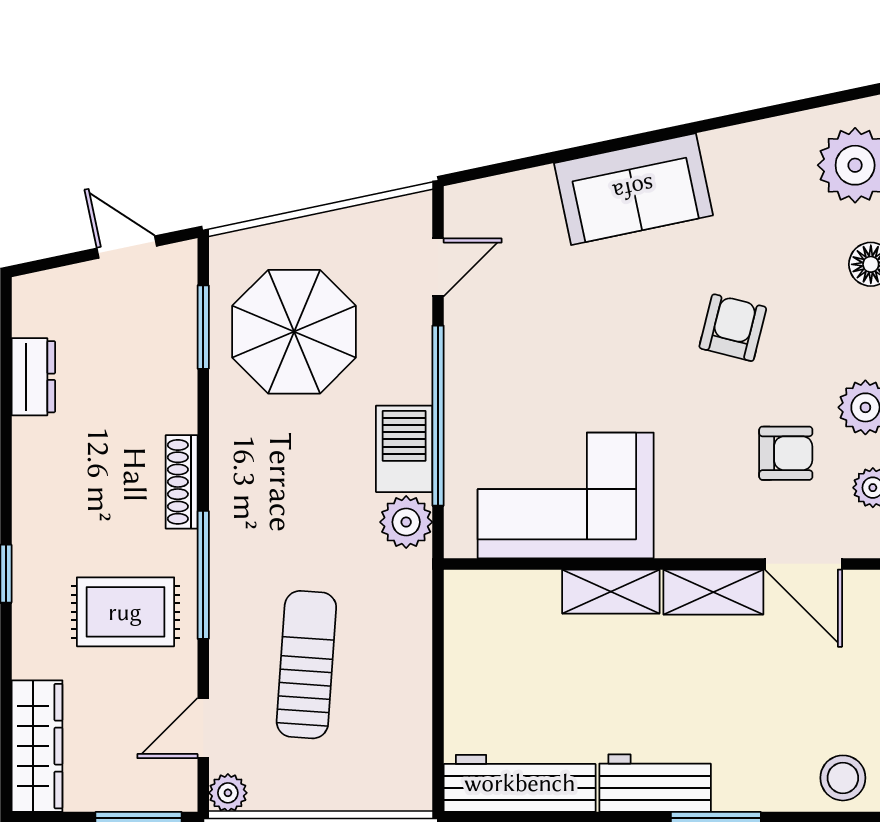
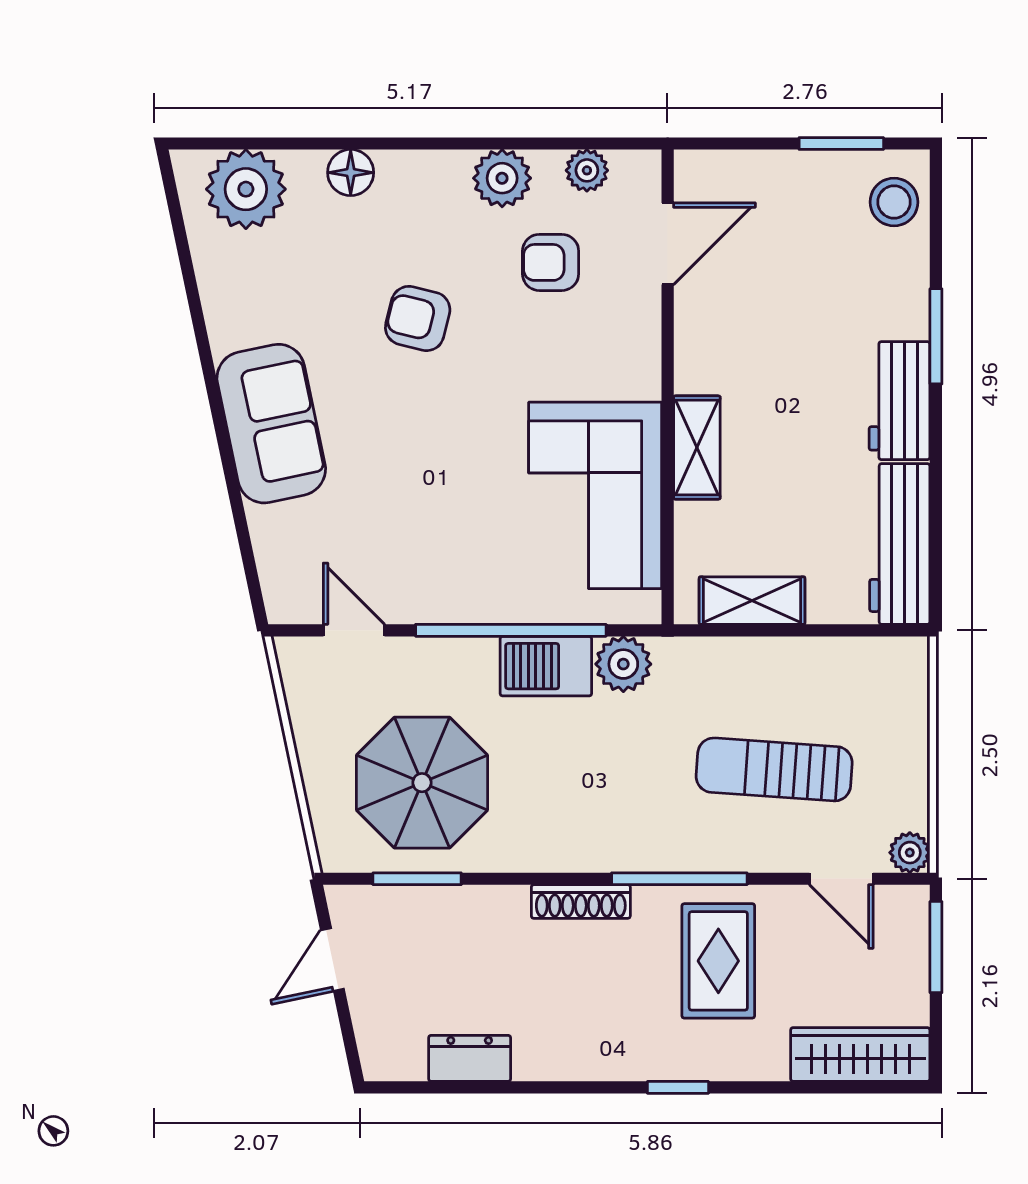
armchair: (786, 453) -> (551, 262), turned -90
shelving: (713, 592) -> (752, 601), moved, turned 90

